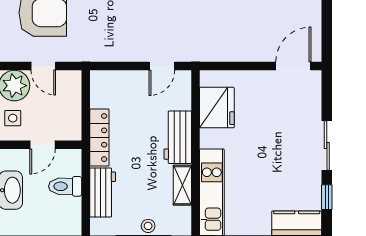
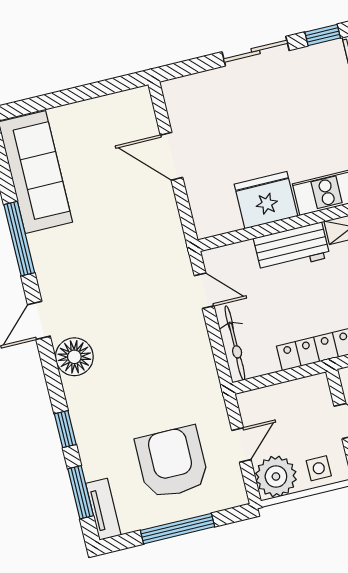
door: (293, 66) -> (172, 156), moved
bicycle: (118, 79) -> (235, 343), added
fridge: (217, 108) -> (266, 200), moved

